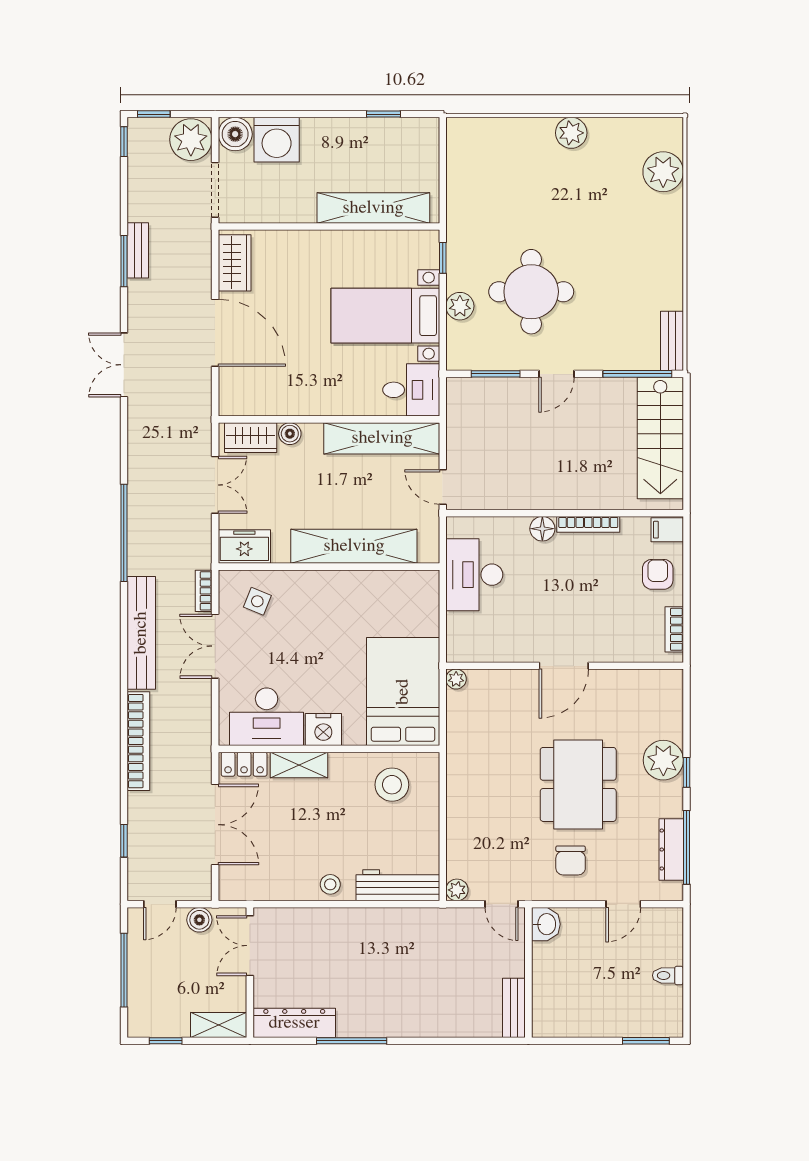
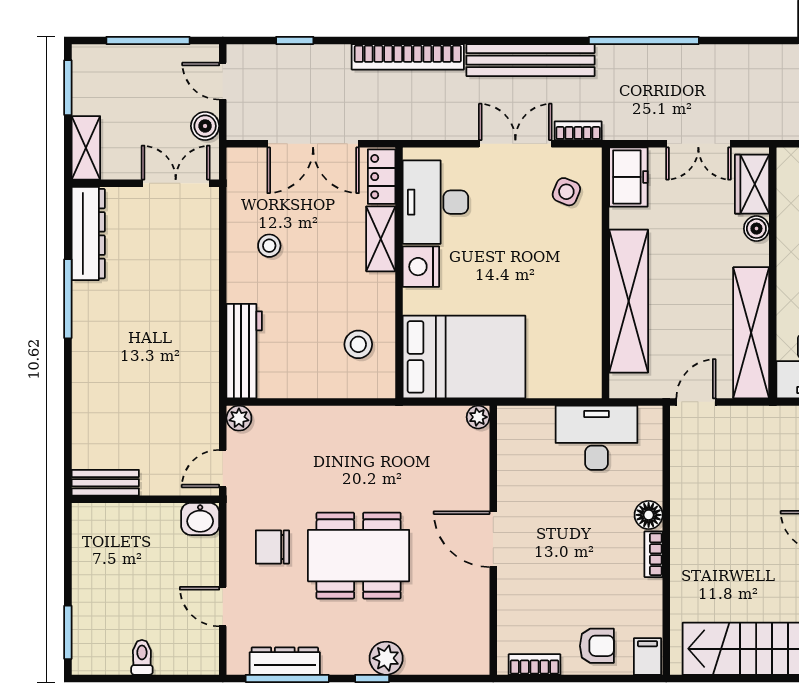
bookcase: (588, 524) -> (654, 554), width x0.64
plant: (663, 760) -> (386, 658), width x0.73, depth x0.73
stool: (392, 785) -> (358, 344), width x0.73, depth x0.73
stool: (330, 884) -> (269, 246), moved
window: (166, 1041) -> (68, 88), width x1.50

